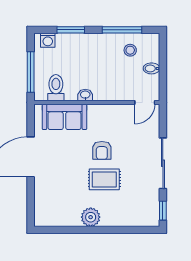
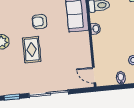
armchair: (102, 150) -> (40, 22), moved

